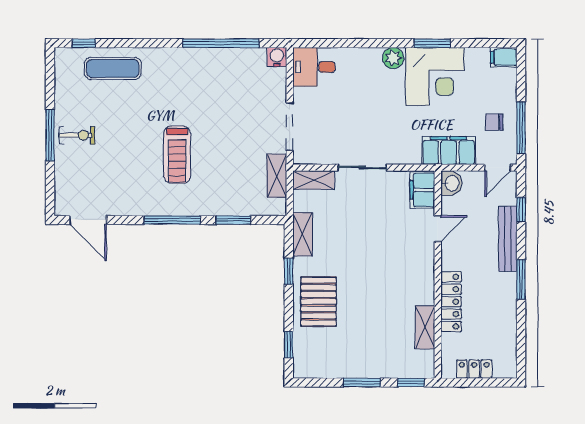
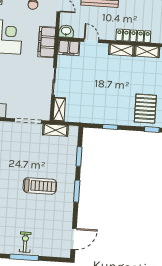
filing cabinet: (449, 151) -> (47, 42), moved
window: (172, 220) -> (77, 191), width x0.69
shelving: (303, 234) -> (121, 50), moved
pallet: (318, 302) -> (145, 109), moved, turned 90

